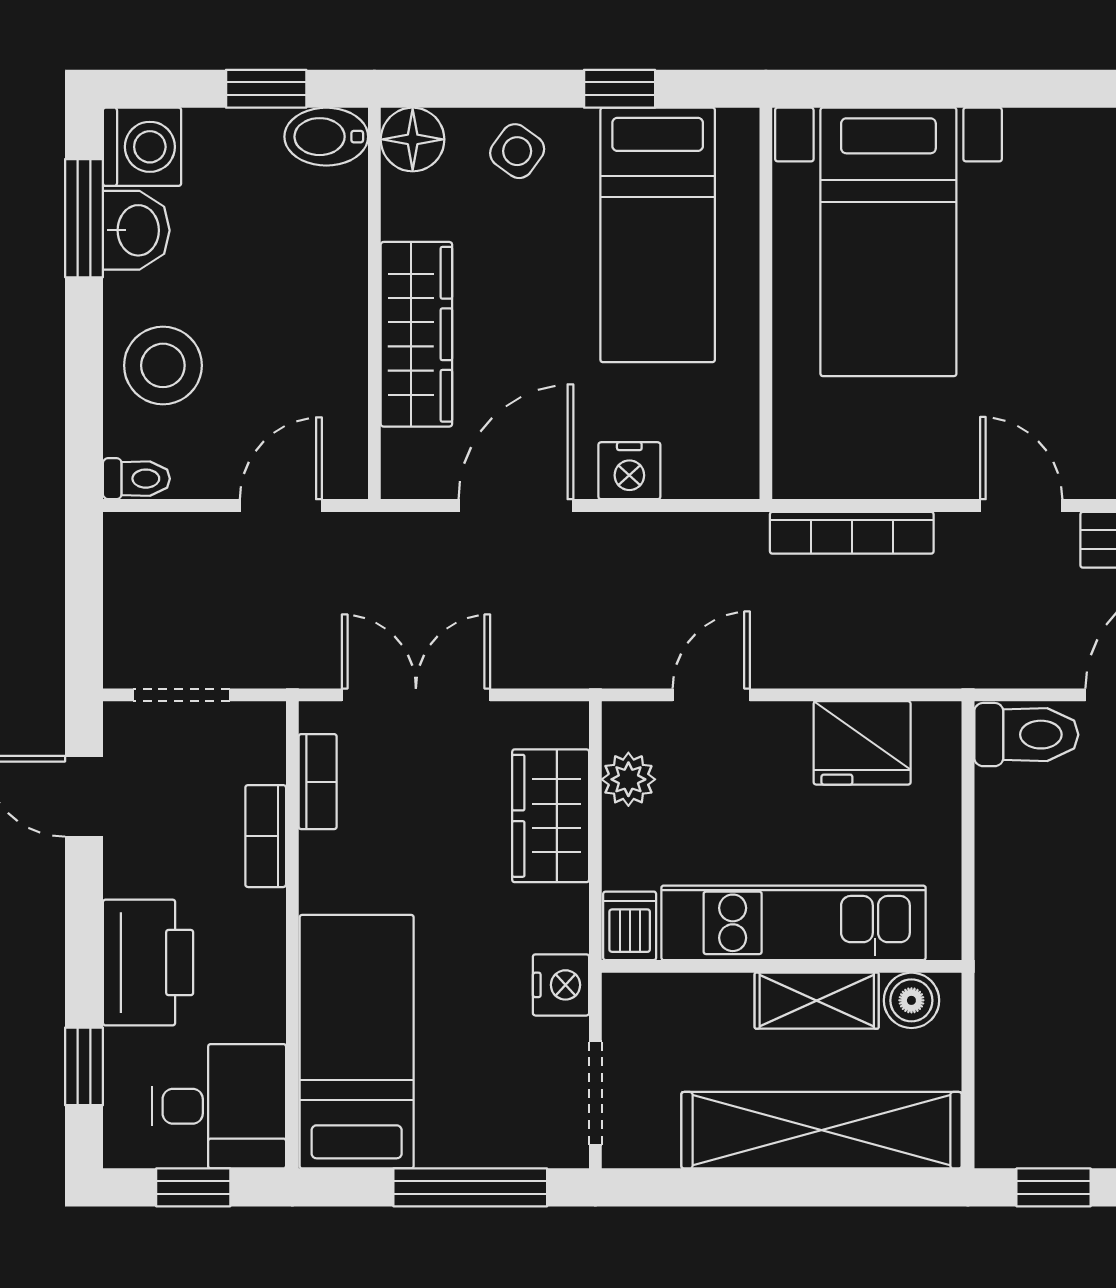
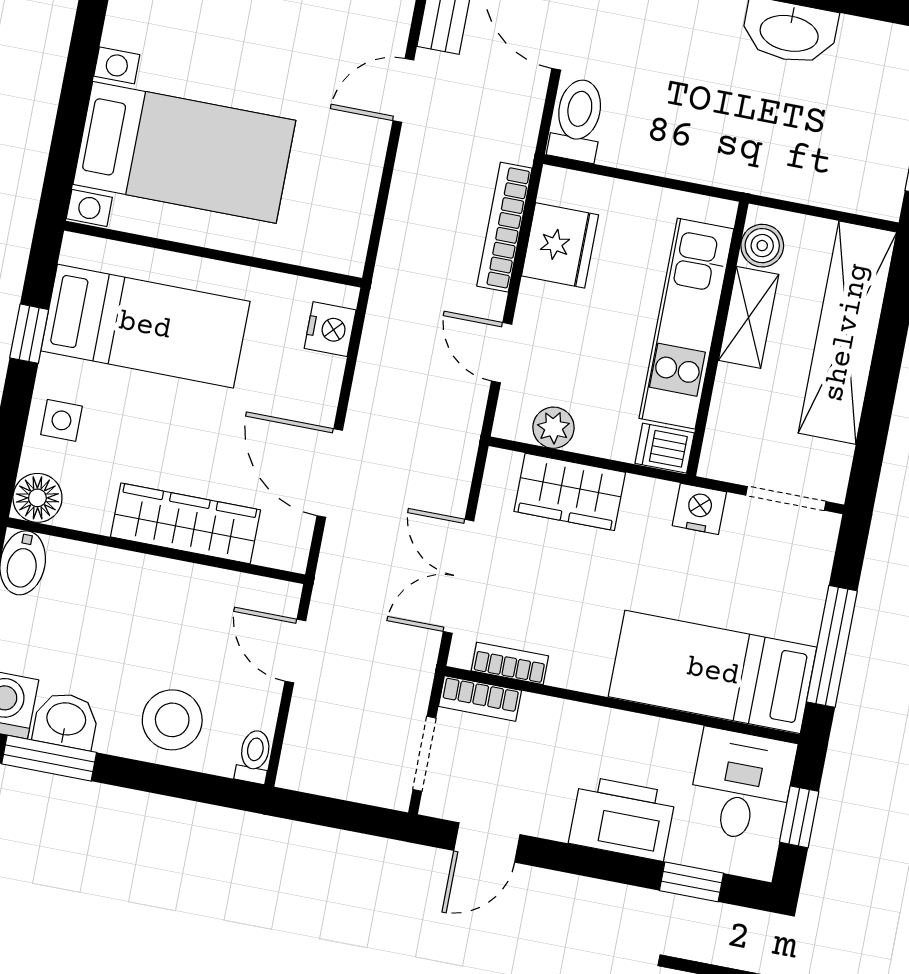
side table: (517, 151) -> (61, 420), turned -36
nightstand: (629, 471) -> (330, 329), moved
bookcase: (852, 533) -> (504, 227), moved, turned 180
bookcase: (266, 836) -> (480, 698), moved
window: (470, 1187) -> (832, 646), moved

